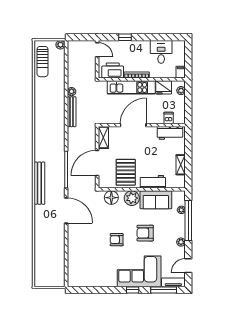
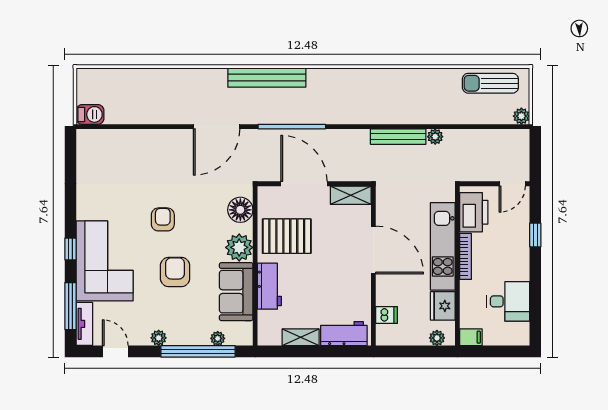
workbench: (170, 133) -> (344, 334), moved, turned 90
barbecue: (59, 279) -> (90, 114), added

